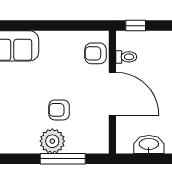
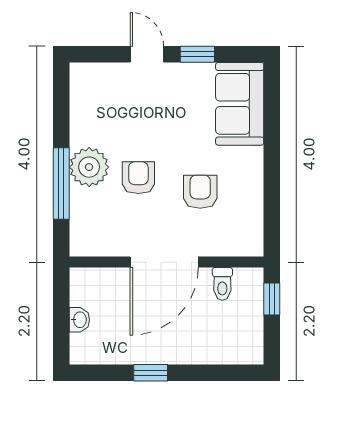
armchair: (96, 53) -> (200, 192), moved
washbasin: (149, 144) -> (79, 320), width x0.52, depth x0.69

